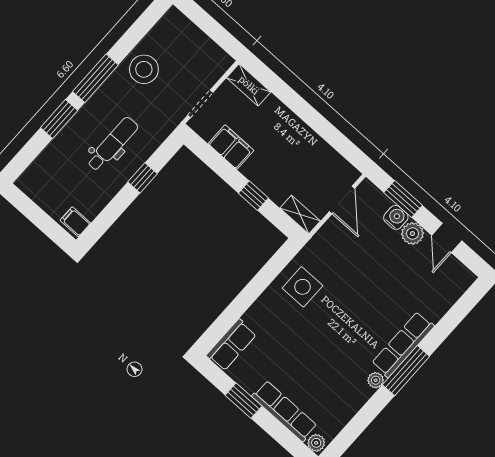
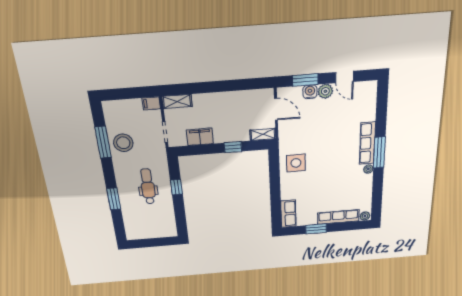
window: (95, 78) -> (103, 142), moved
filing cabinet: (75, 222) -> (151, 103), moved

